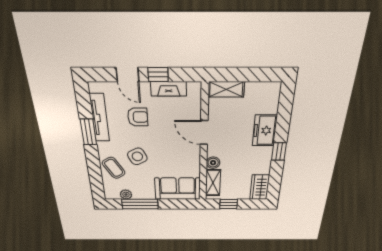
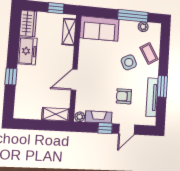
door: (128, 75) -> (127, 129), swing flipped
plant: (194, 88) -> (80, 117), added
freezer: (265, 131) -> (27, 51), moved
door: (204, 133) -> (74, 80), swing flipped
window: (279, 151) -> (11, 76), moved
boiler: (213, 163) -> (68, 52), removed

